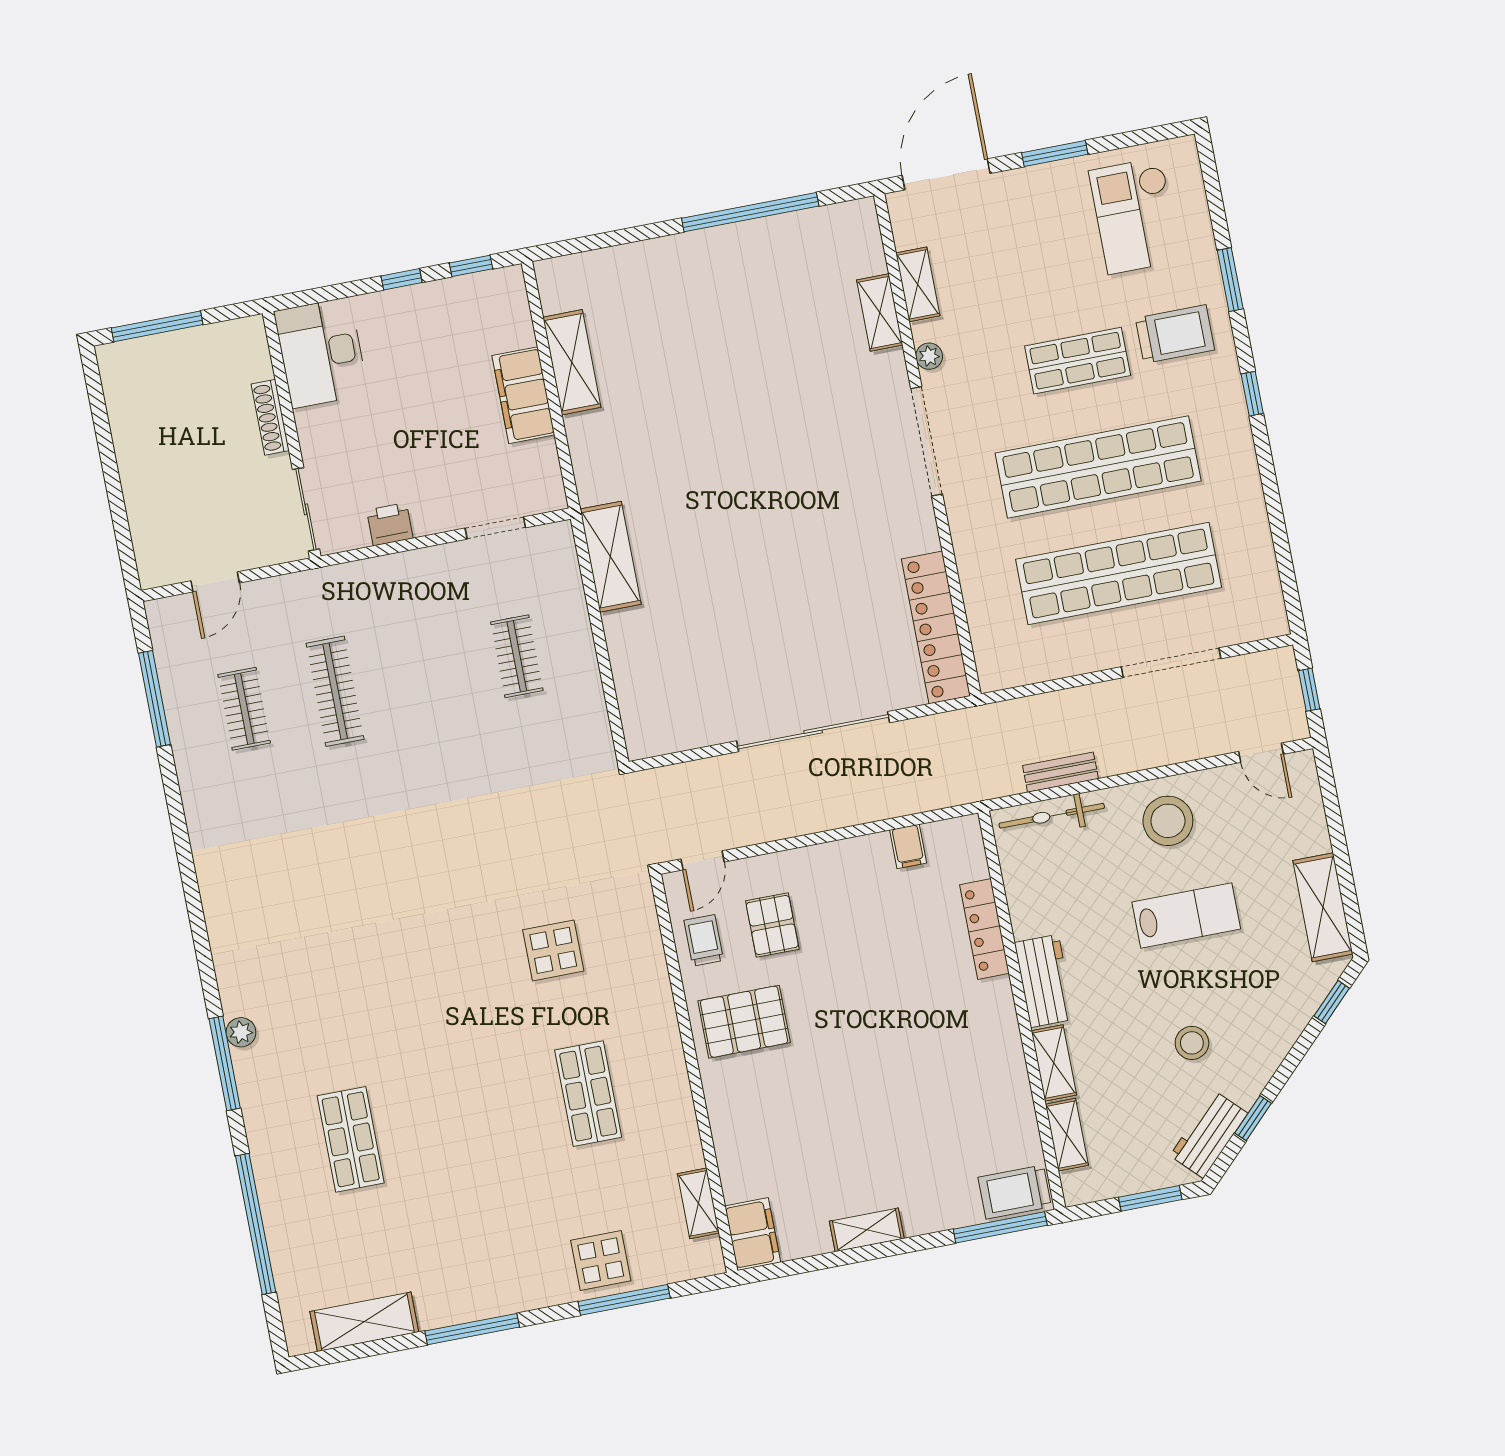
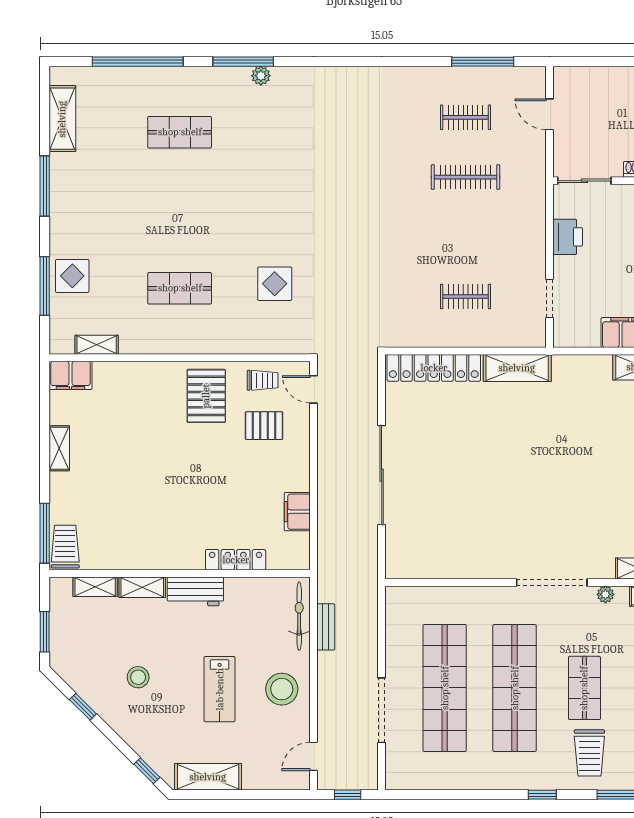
printer: (390, 524) -> (568, 237), width x1.36, depth x1.24
locker: (936, 627) -> (434, 368), moved, turned 180
filing cabinet: (908, 846) -> (297, 512), width x2.00
workbench: (1209, 1134) -> (78, 677), removed

